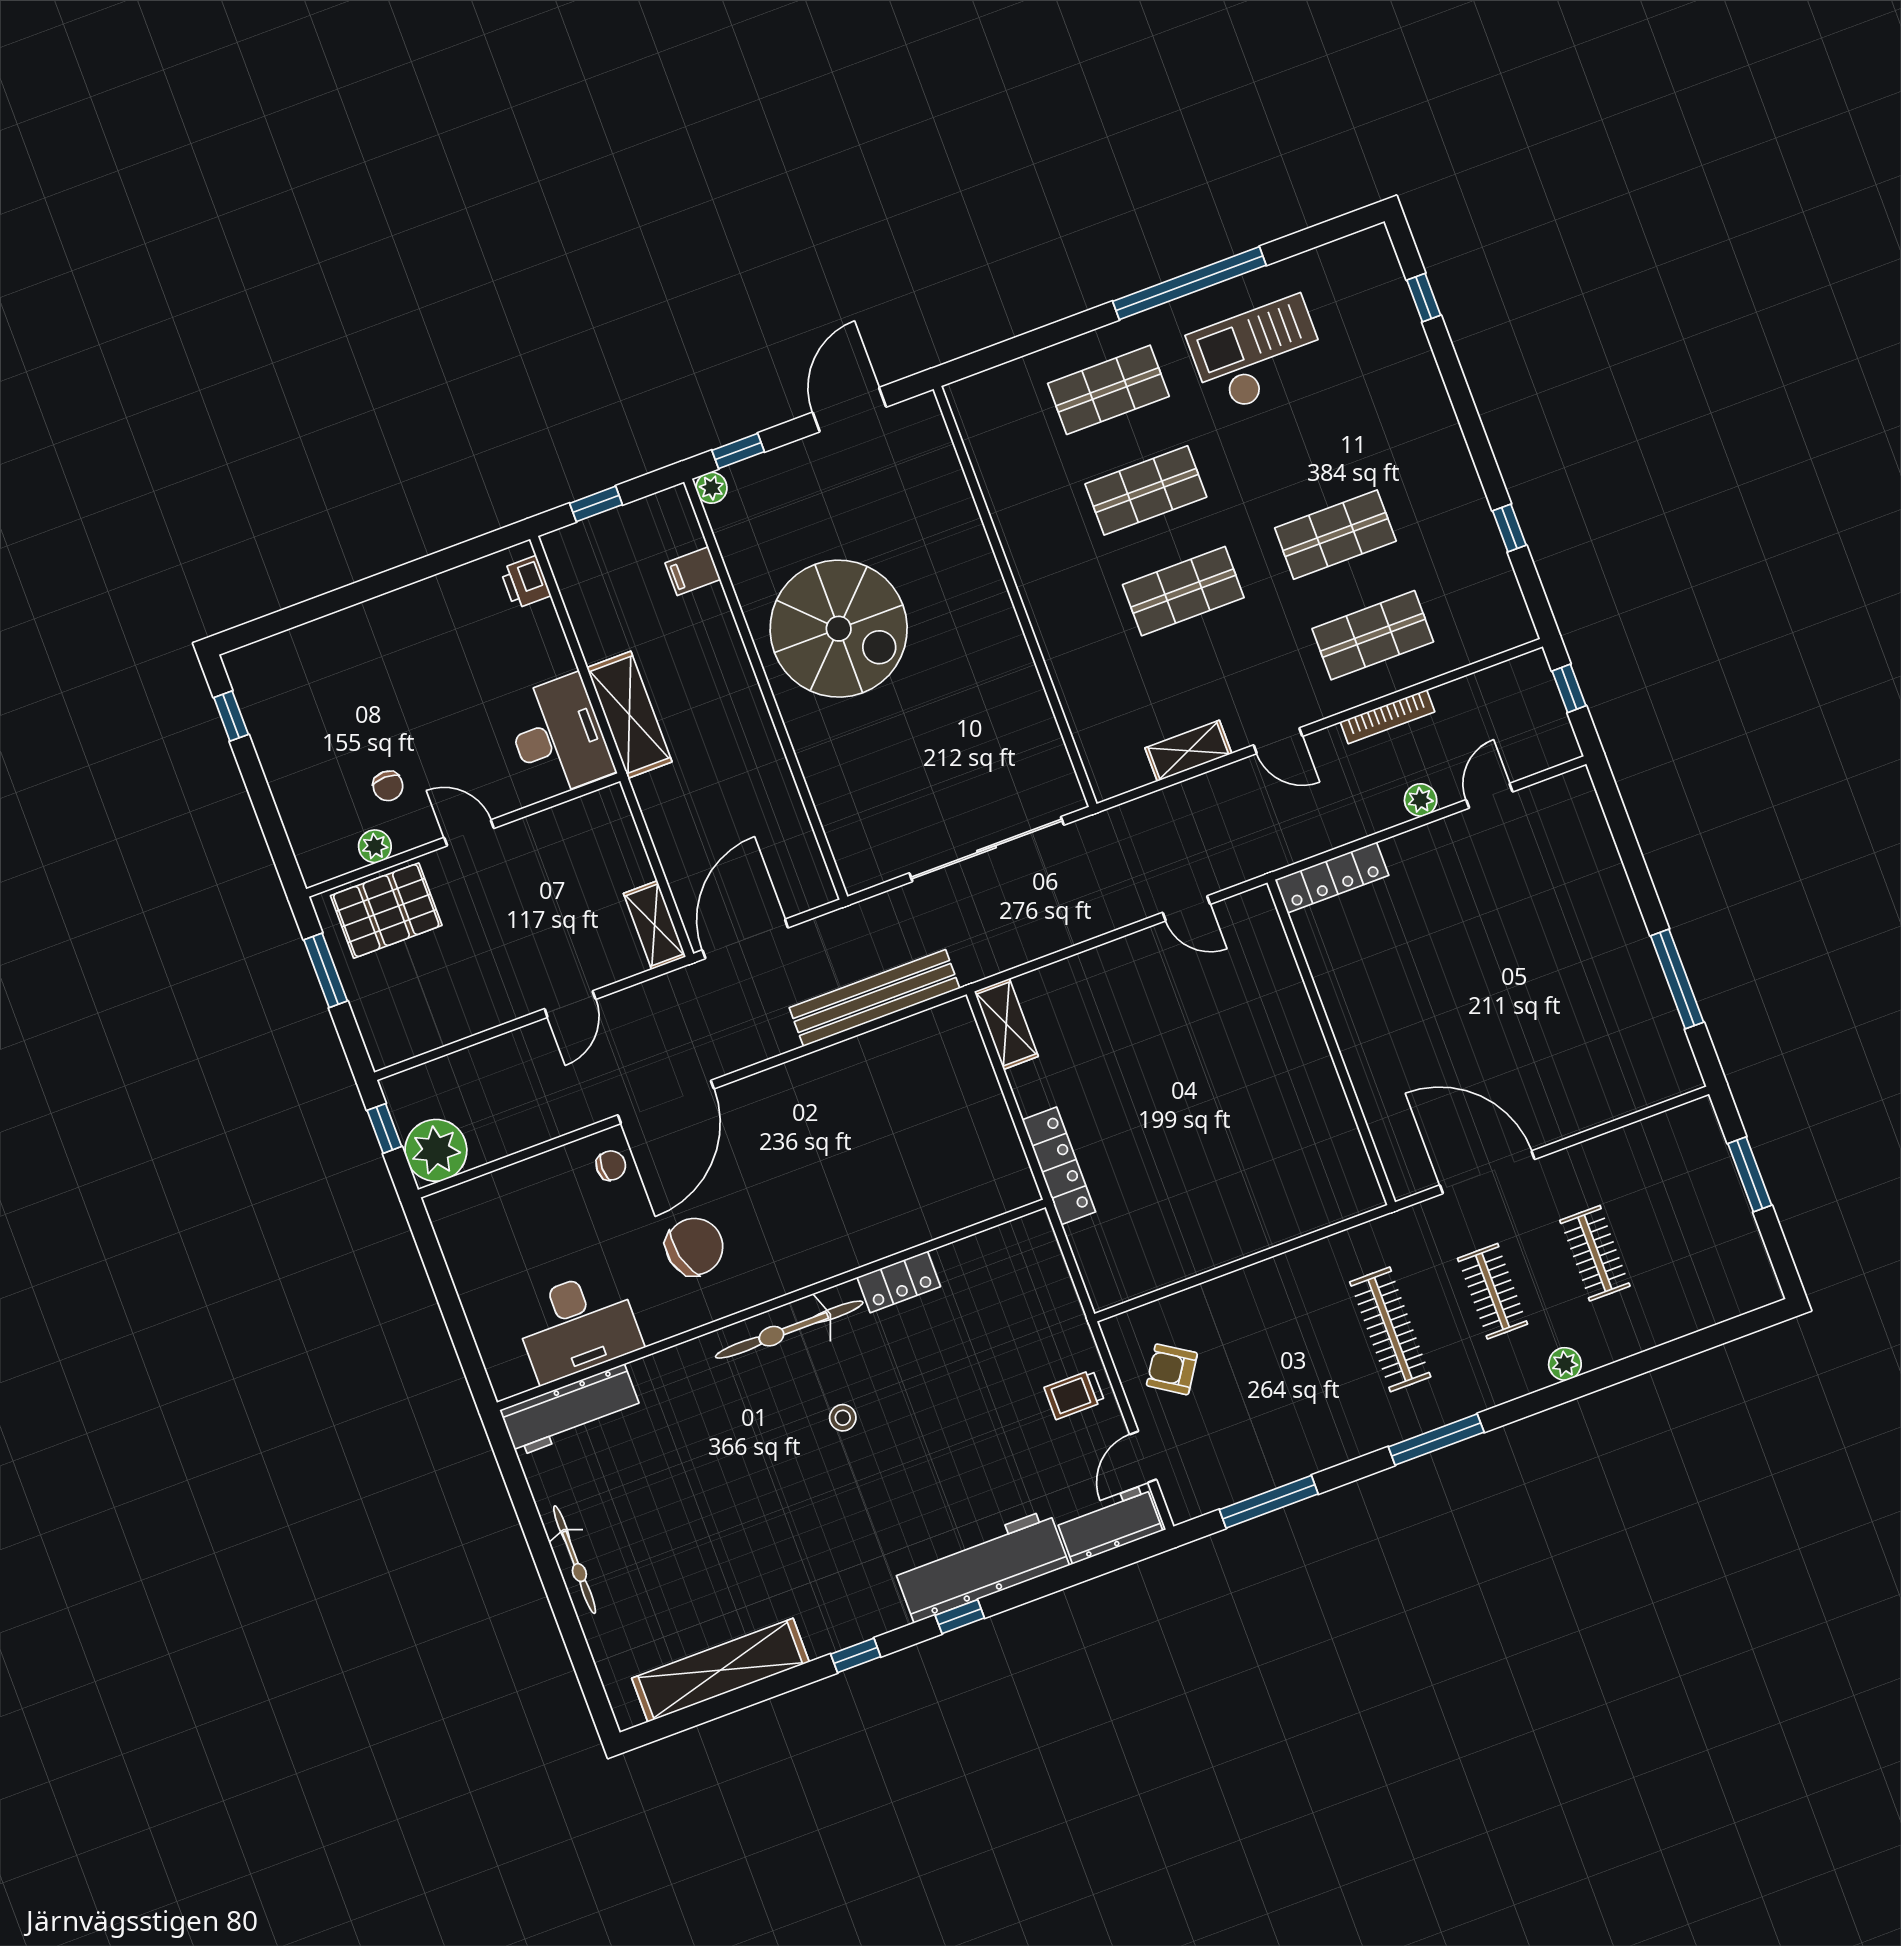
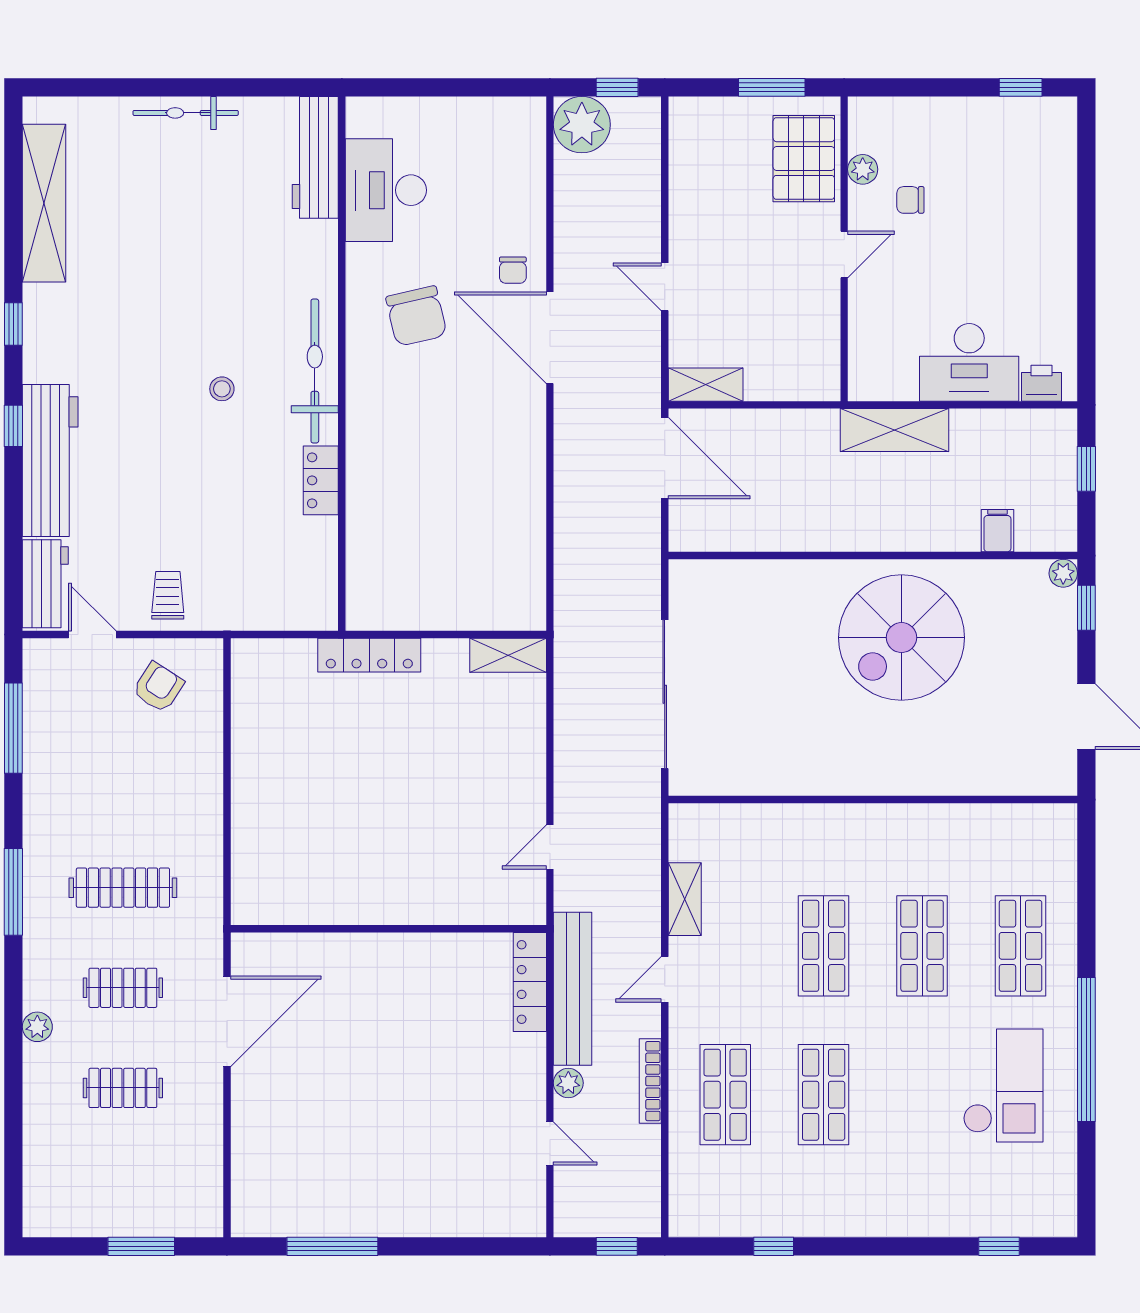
desk: (558, 736) -> (969, 362), moved
bench: (875, 998) -> (573, 989), moved

